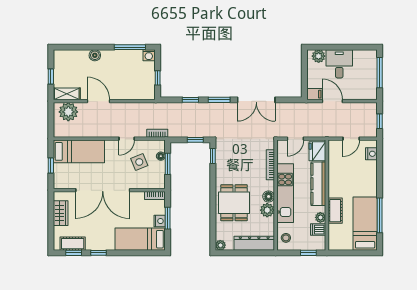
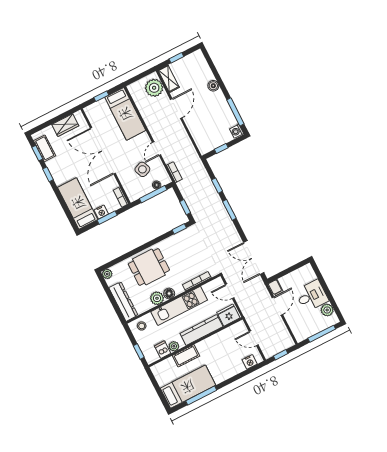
plant: (319, 56) -> (327, 310), moved
double door: (256, 100) -> (254, 257), moved
door: (127, 139) -> (157, 149), hinge flipped
window: (168, 164) -> (153, 194), width x1.44

